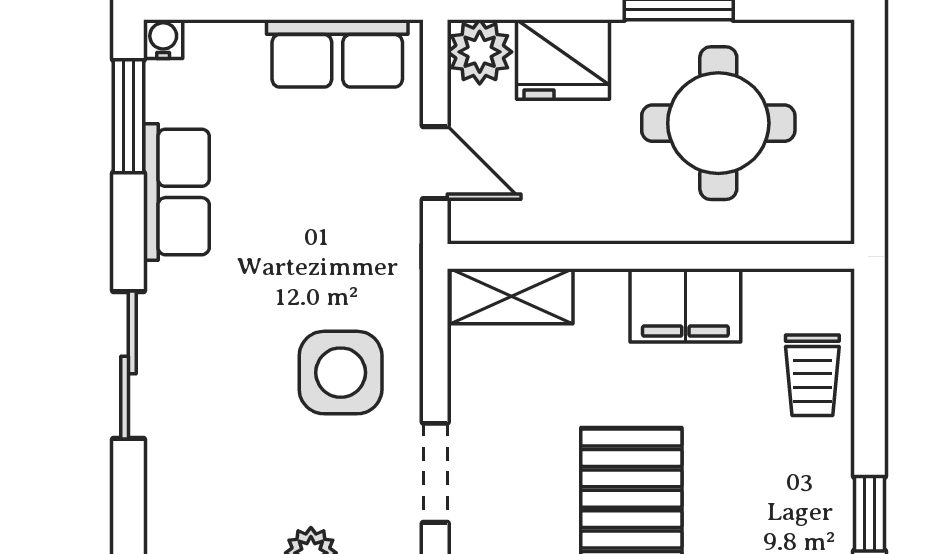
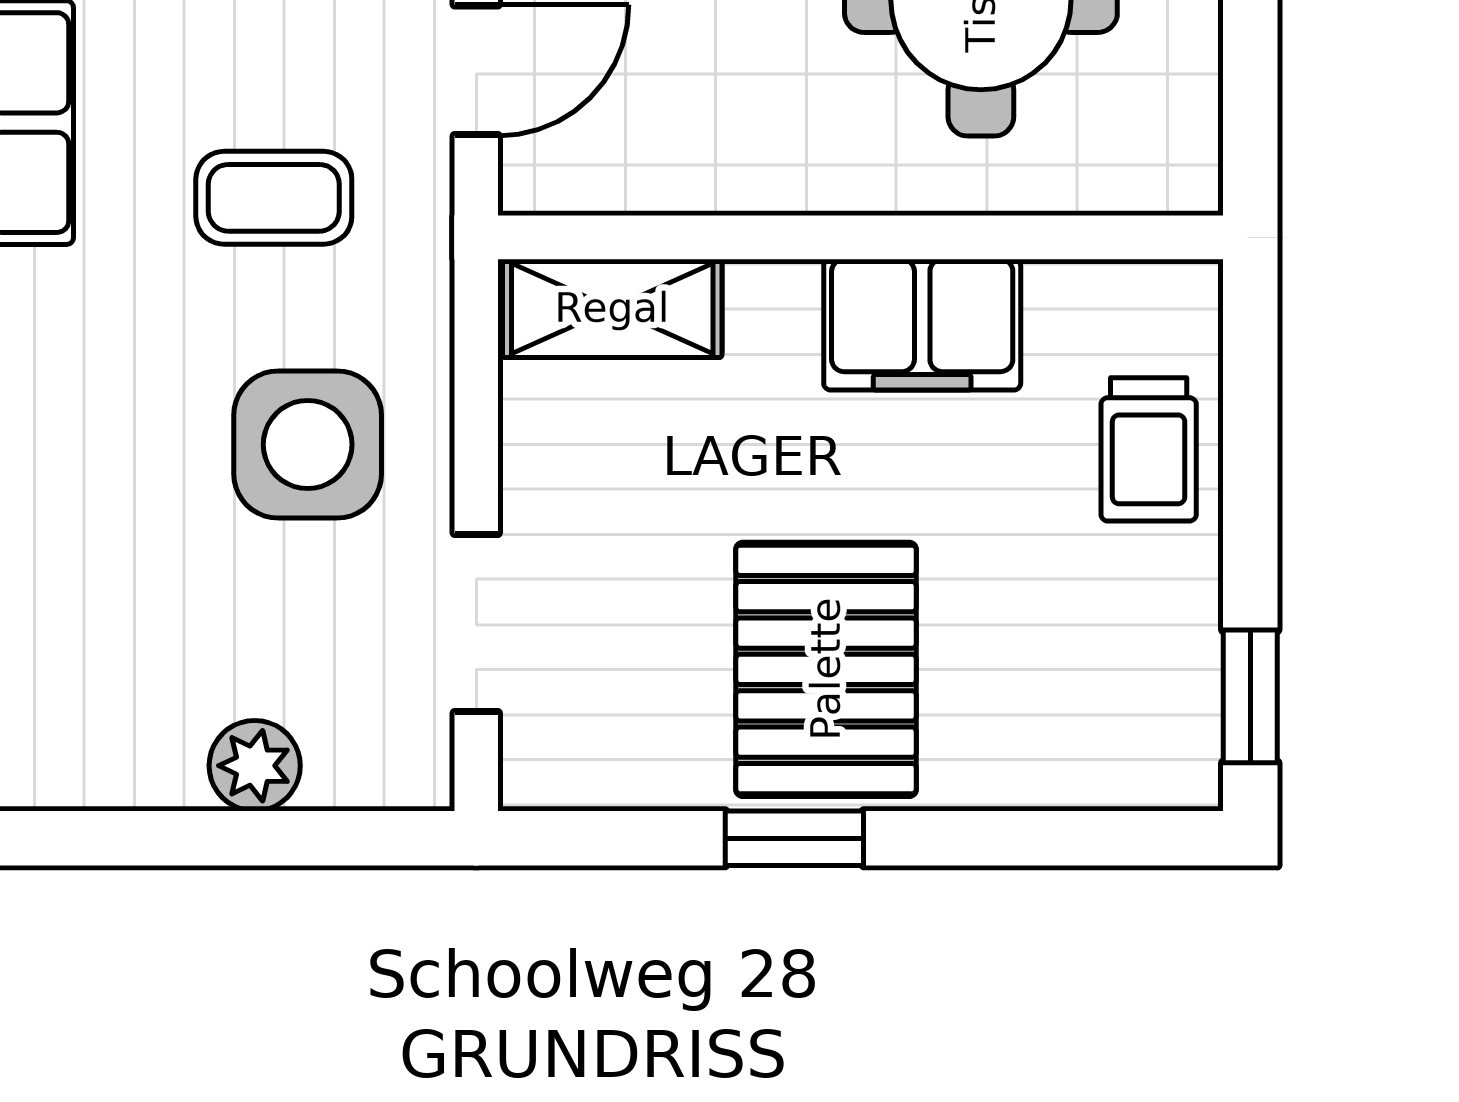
door: (435, 163) -> (476, 70), hinge flipped
coffee table: (322, 234) -> (274, 198), added

